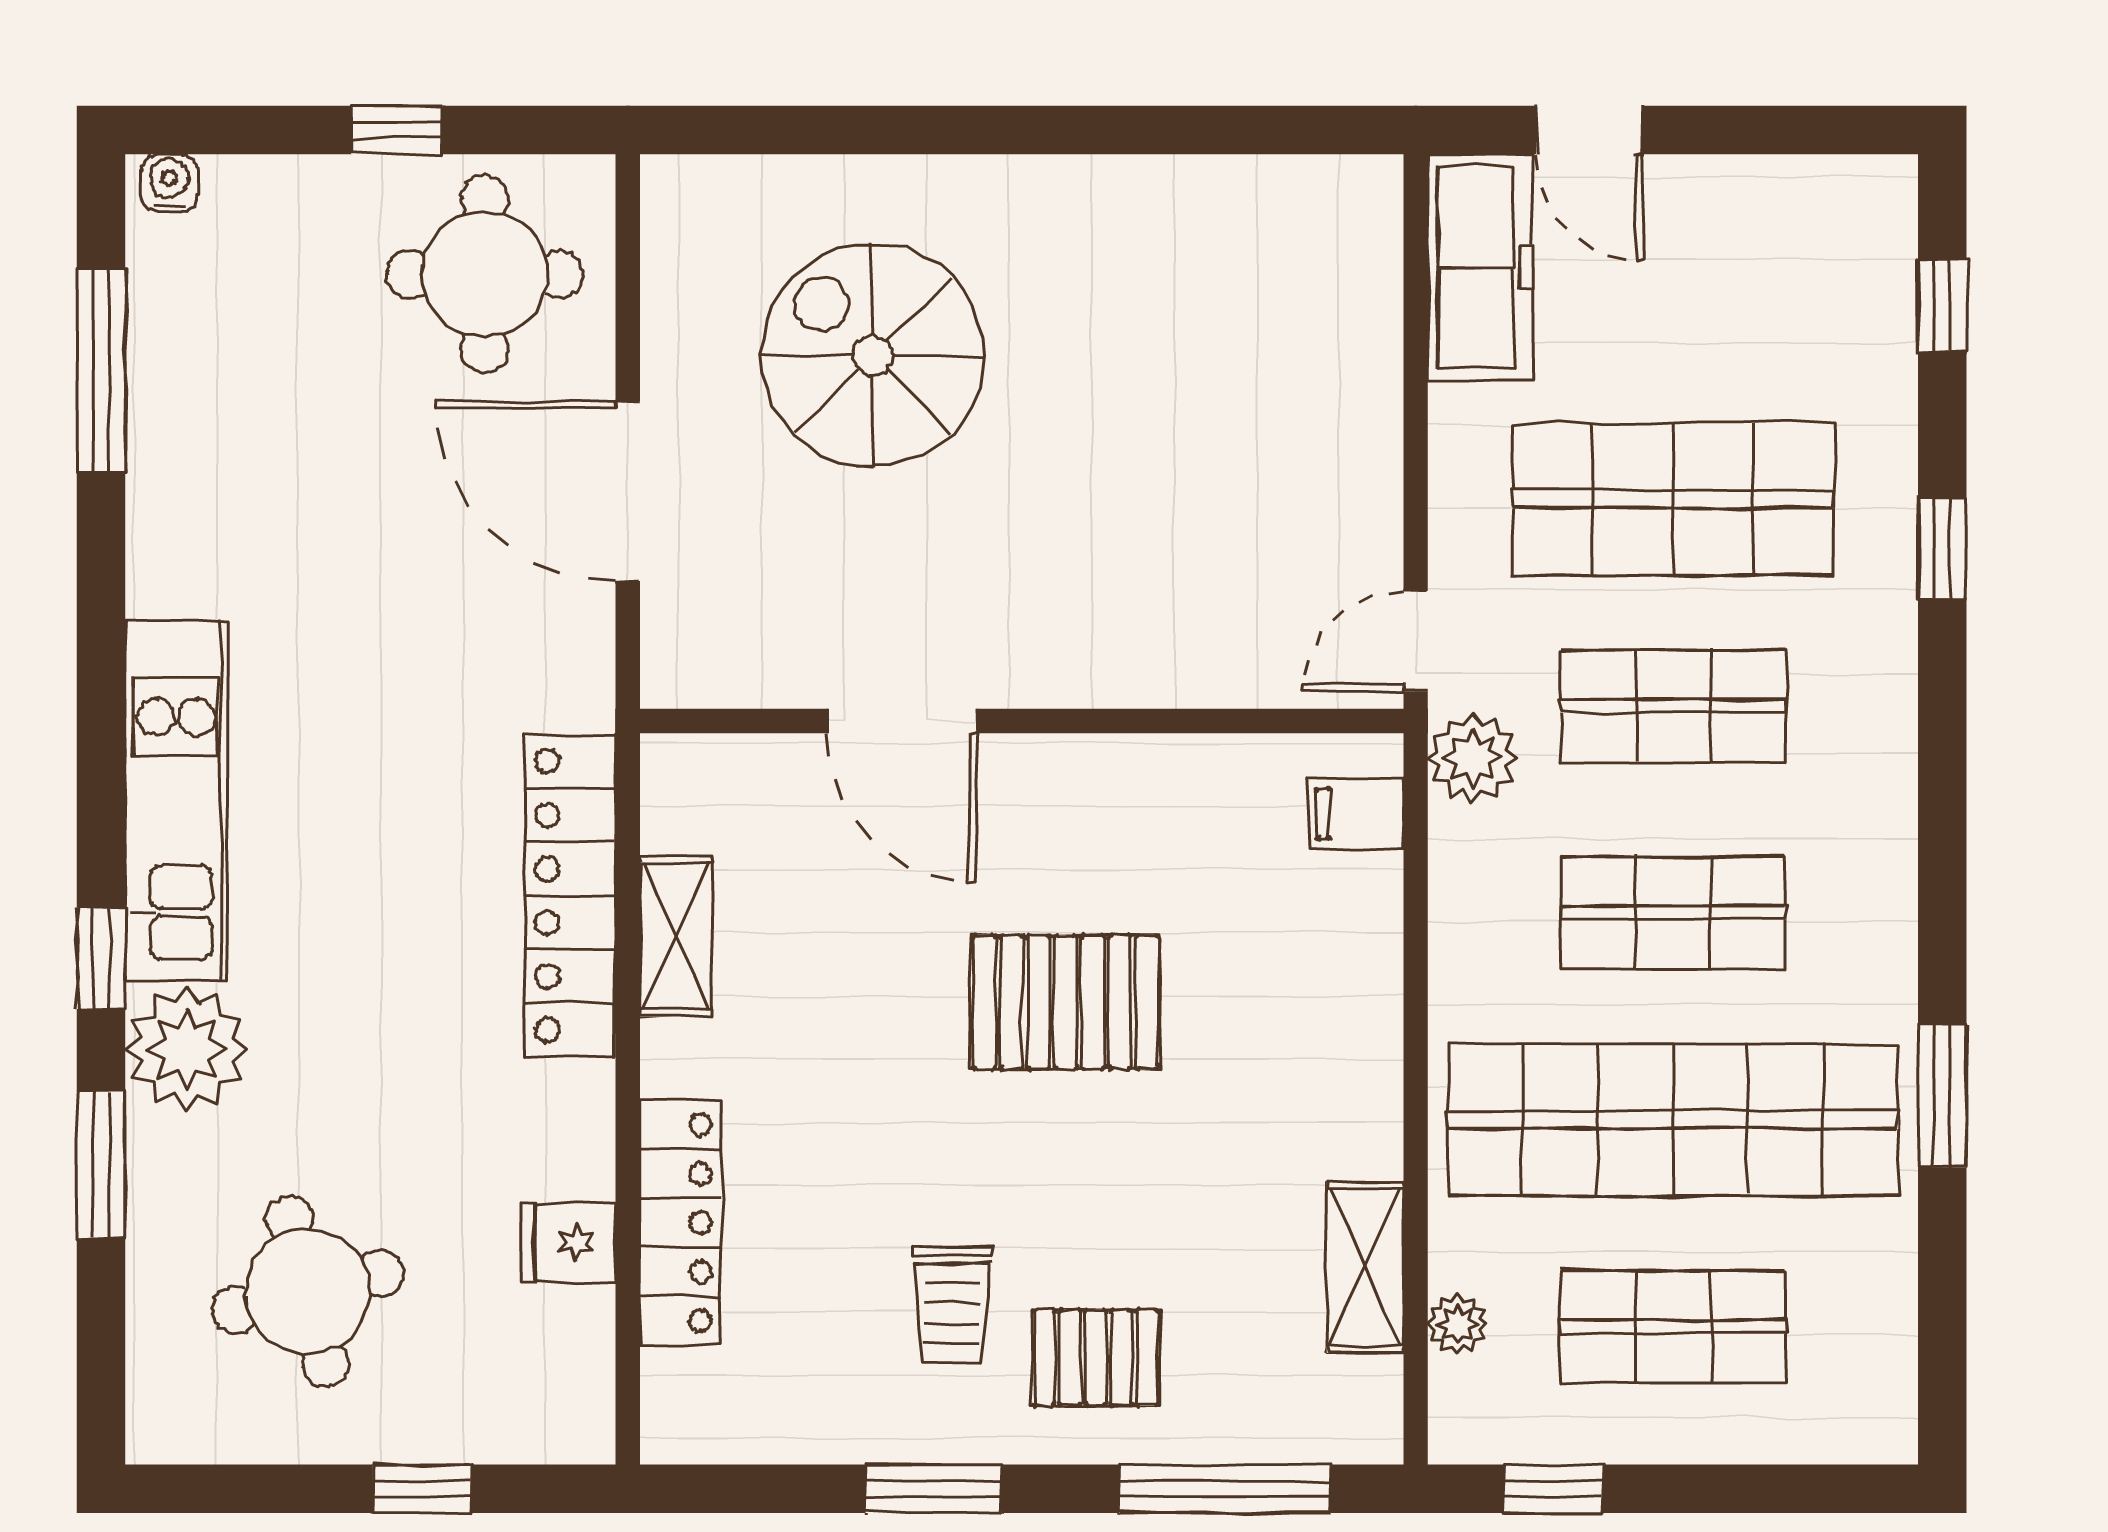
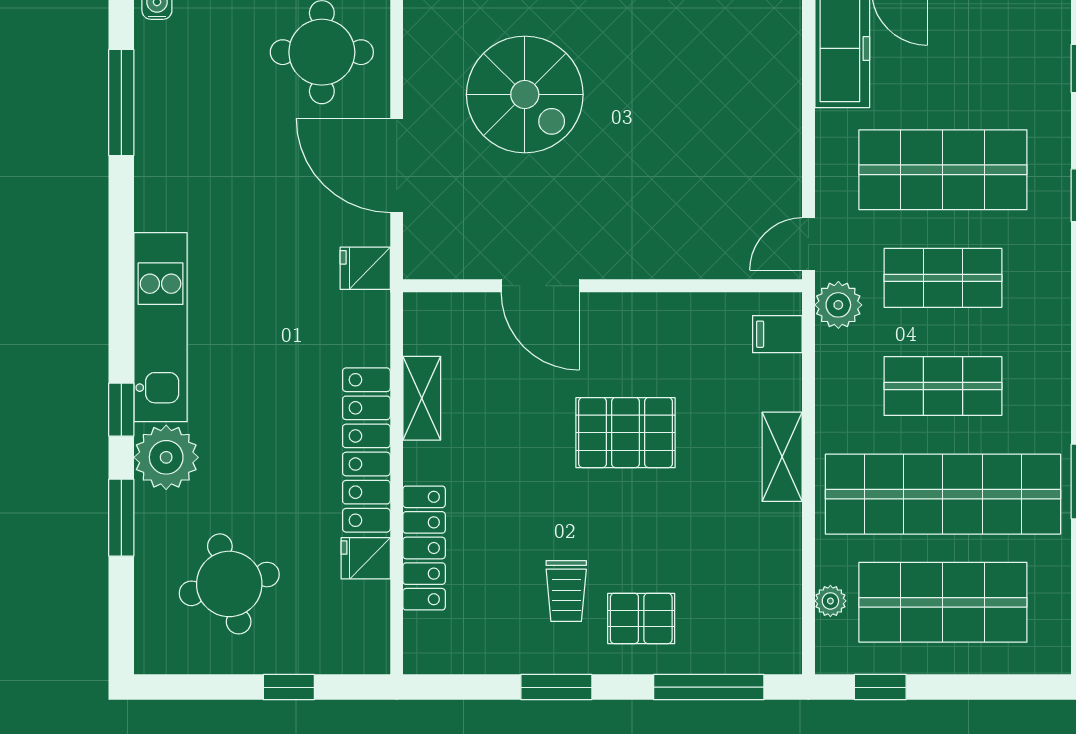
spiral stairs: (873, 355) -> (525, 94), turned 180
fridge: (568, 688) -> (365, 268), added
locker: (570, 896) -> (366, 450), moved
shelving: (1365, 1267) -> (782, 457), moved
shop shelf: (1673, 1327) -> (943, 602), width x1.43, depth x1.36

